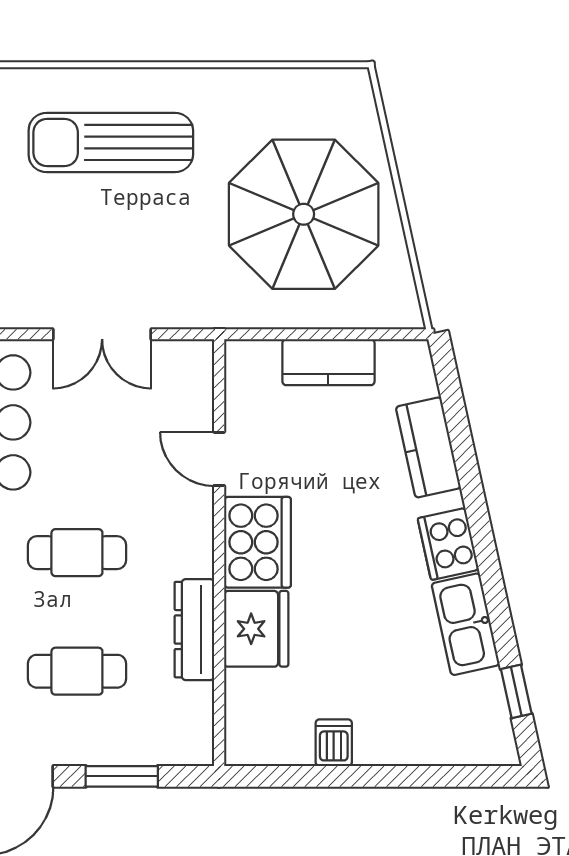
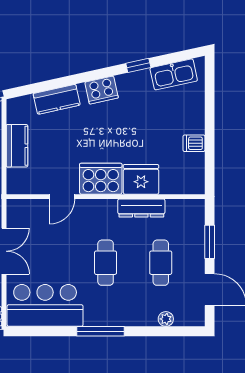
kitchen sink: (466, 624) -> (174, 74), moved
window: (516, 691) -> (138, 65), moved

